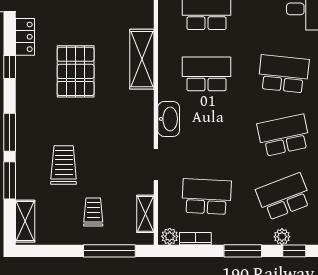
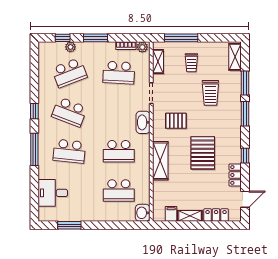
pallet: (117, 121) -> (176, 121), added
school desk: (284, 135) -> (69, 112), turned 33

